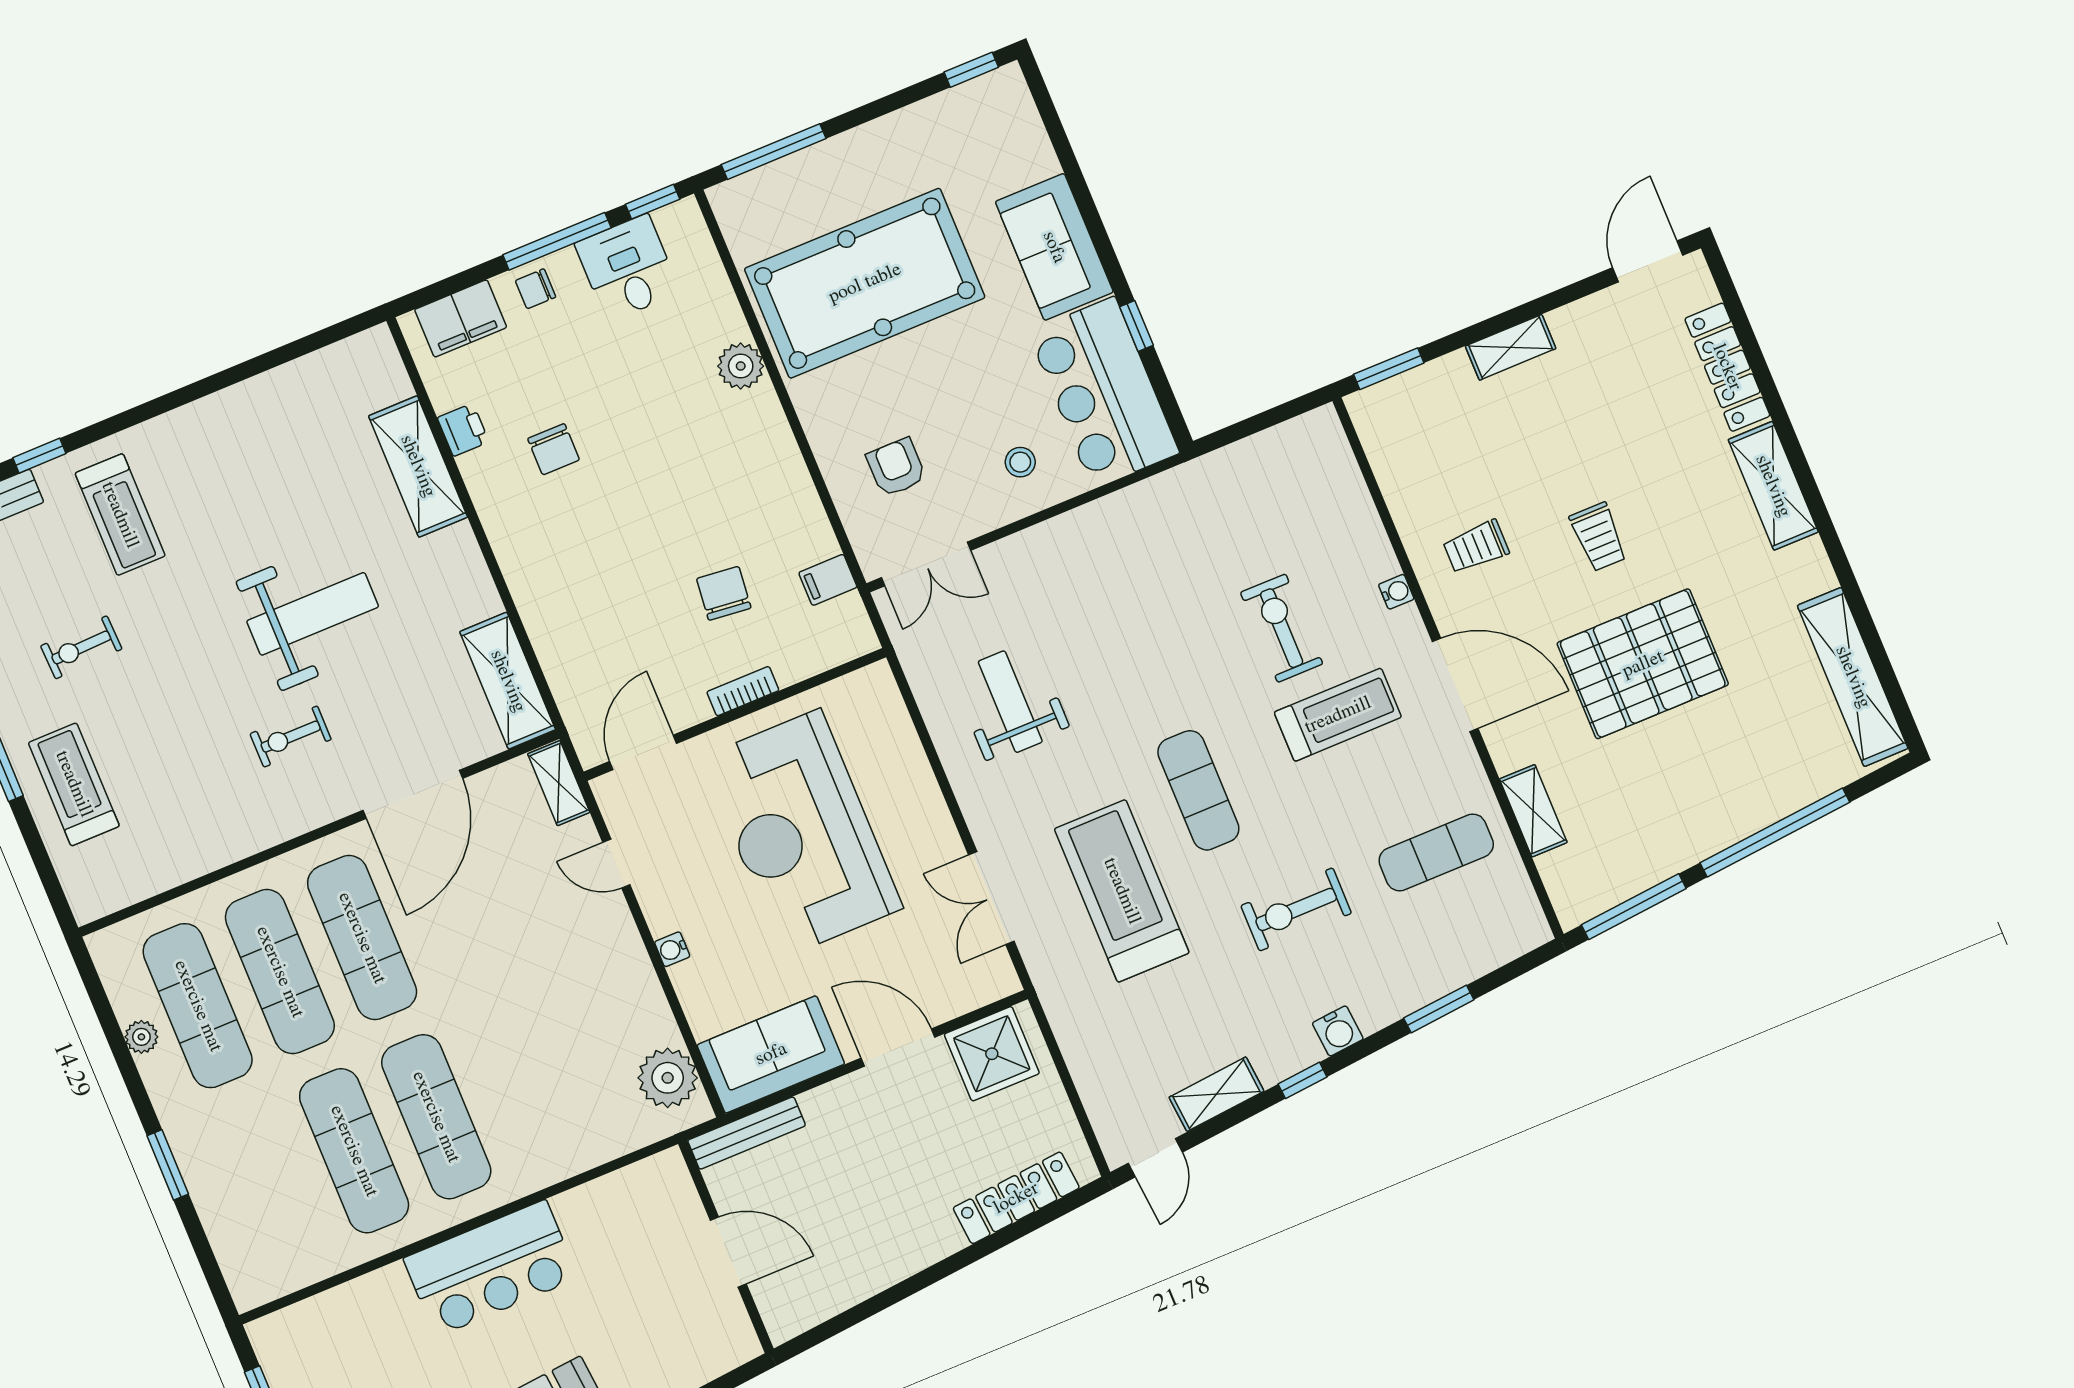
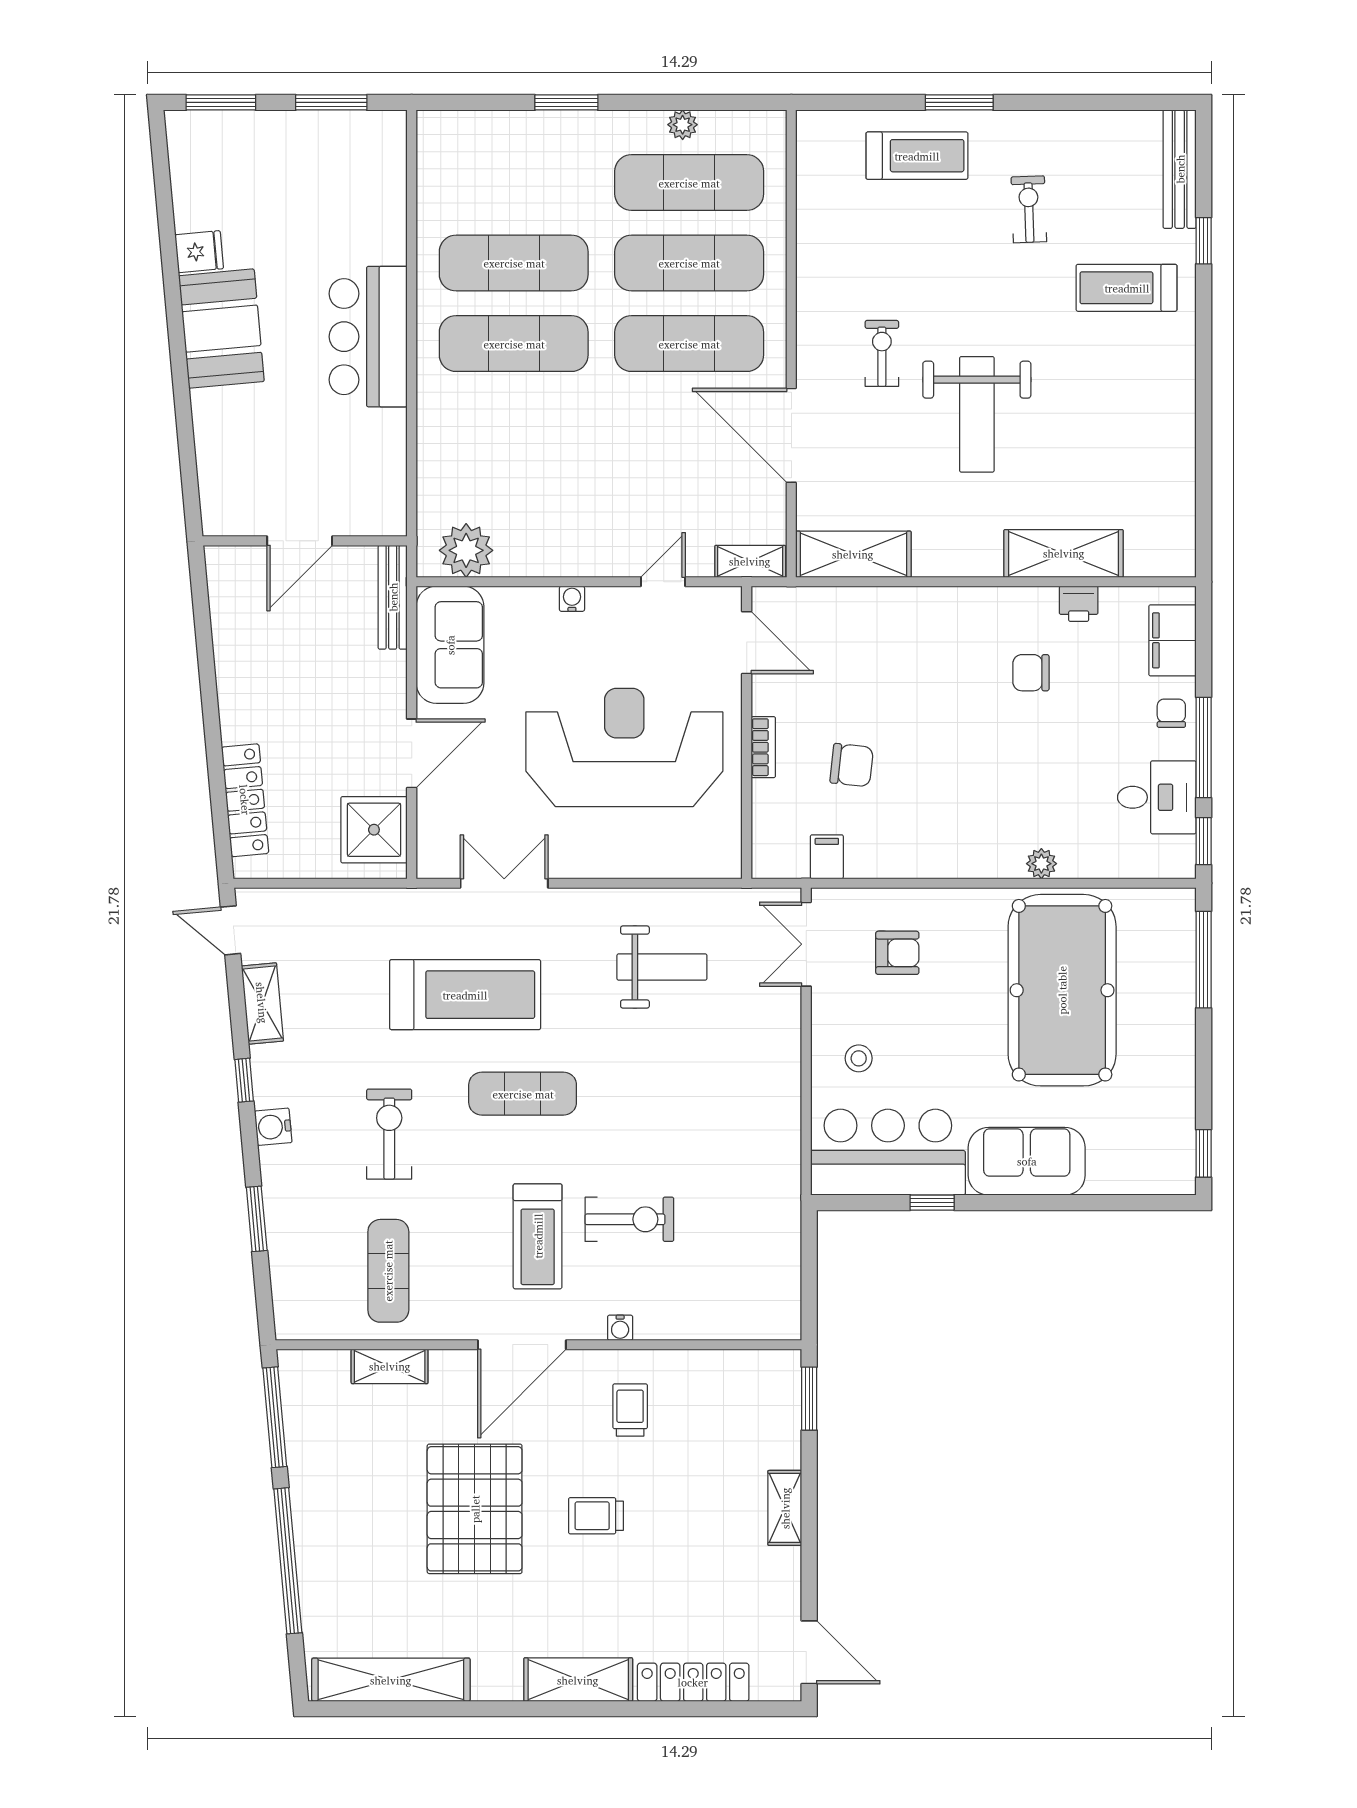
plant: (741, 366) -> (1041, 864), width x0.73, depth x0.73

